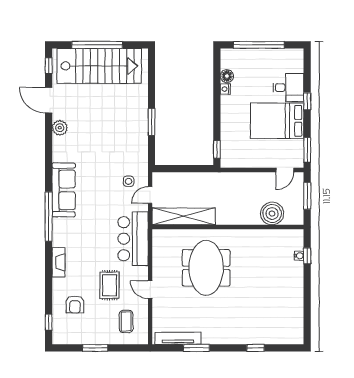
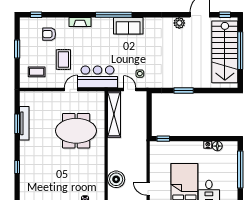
sofa: (64, 190) -> (128, 26), width x0.73
rug: (109, 285) -> (63, 60), turned 90
door: (150, 290) -> (71, 89), moved
tv unit: (178, 338) -> (24, 123), moved

